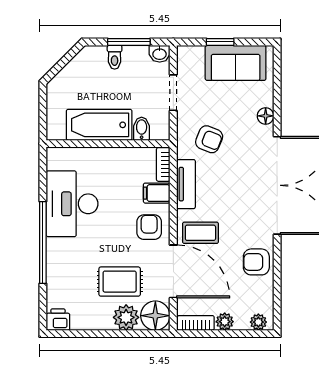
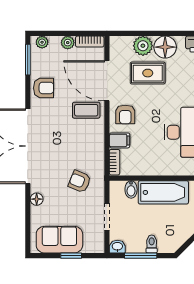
tv unit: (186, 184) -> (97, 147), removed
window: (277, 299) -> (28, 60), added
floor lamp: (155, 316) -> (165, 47), moved

